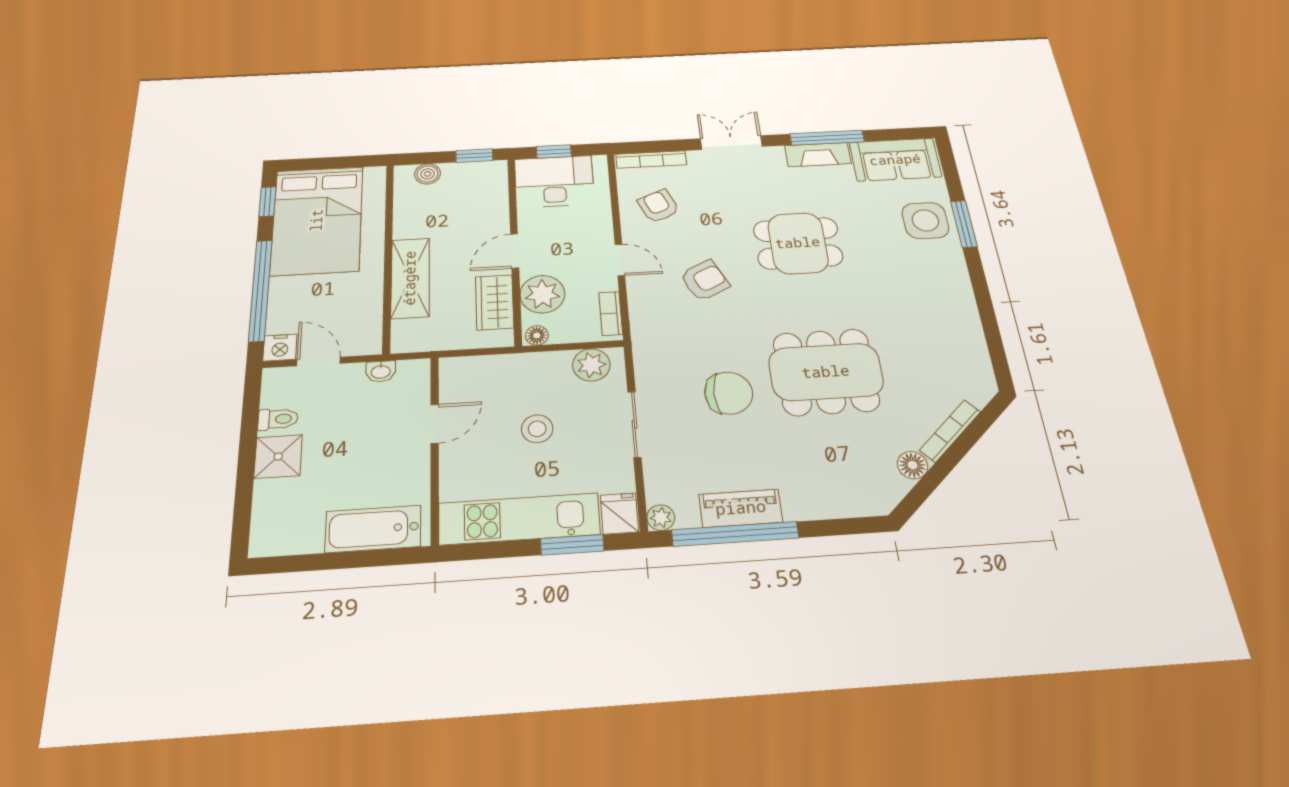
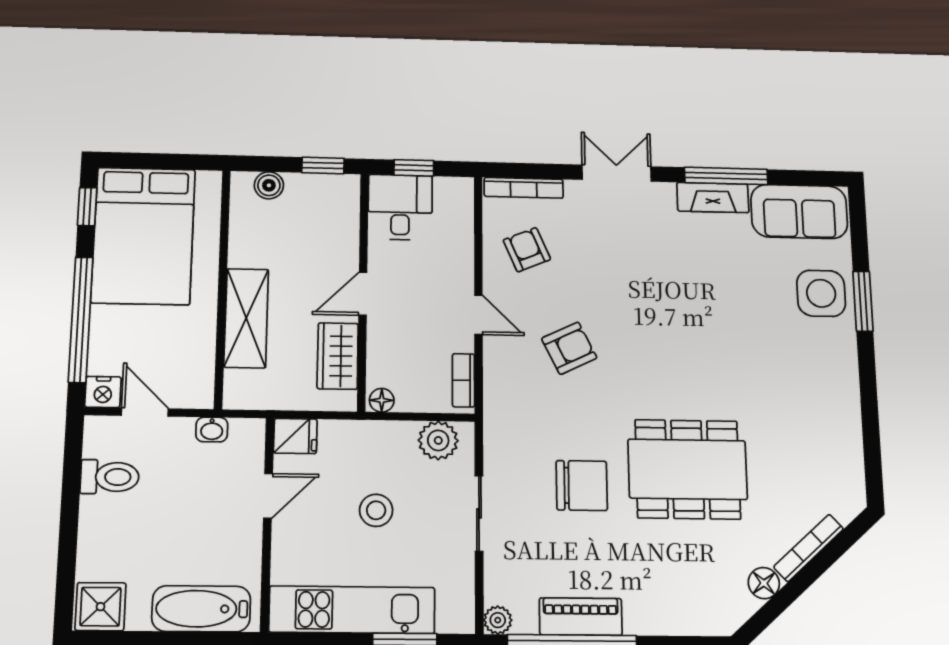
desk: (554, 181) -> (400, 207), width x0.73
dining table: (798, 243) -> (677, 310), removed
plant: (542, 294) -> (391, 350), removed
toilet: (278, 419) -> (110, 477), width x1.37, depth x1.39
shower: (278, 457) -> (100, 607), moved
fridge: (619, 514) -> (295, 436), moved, turned 90

